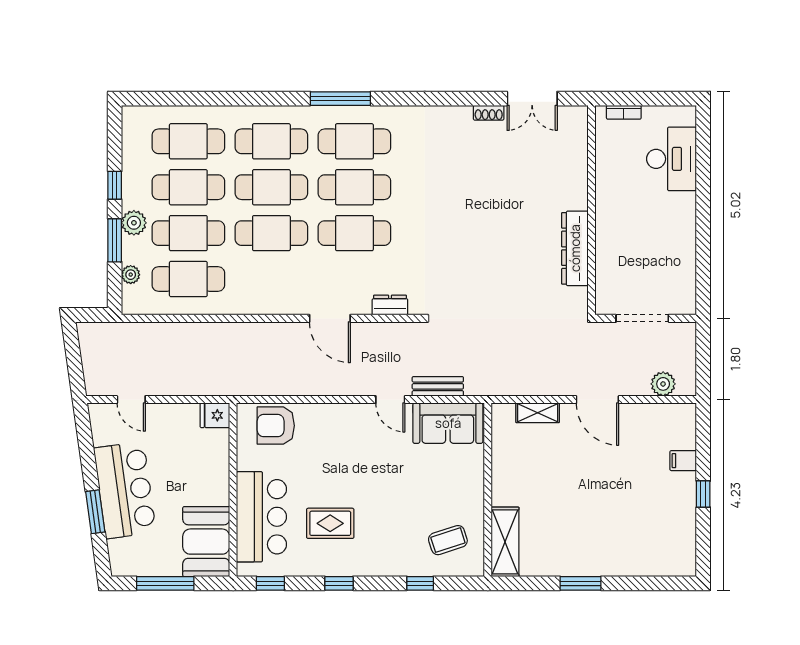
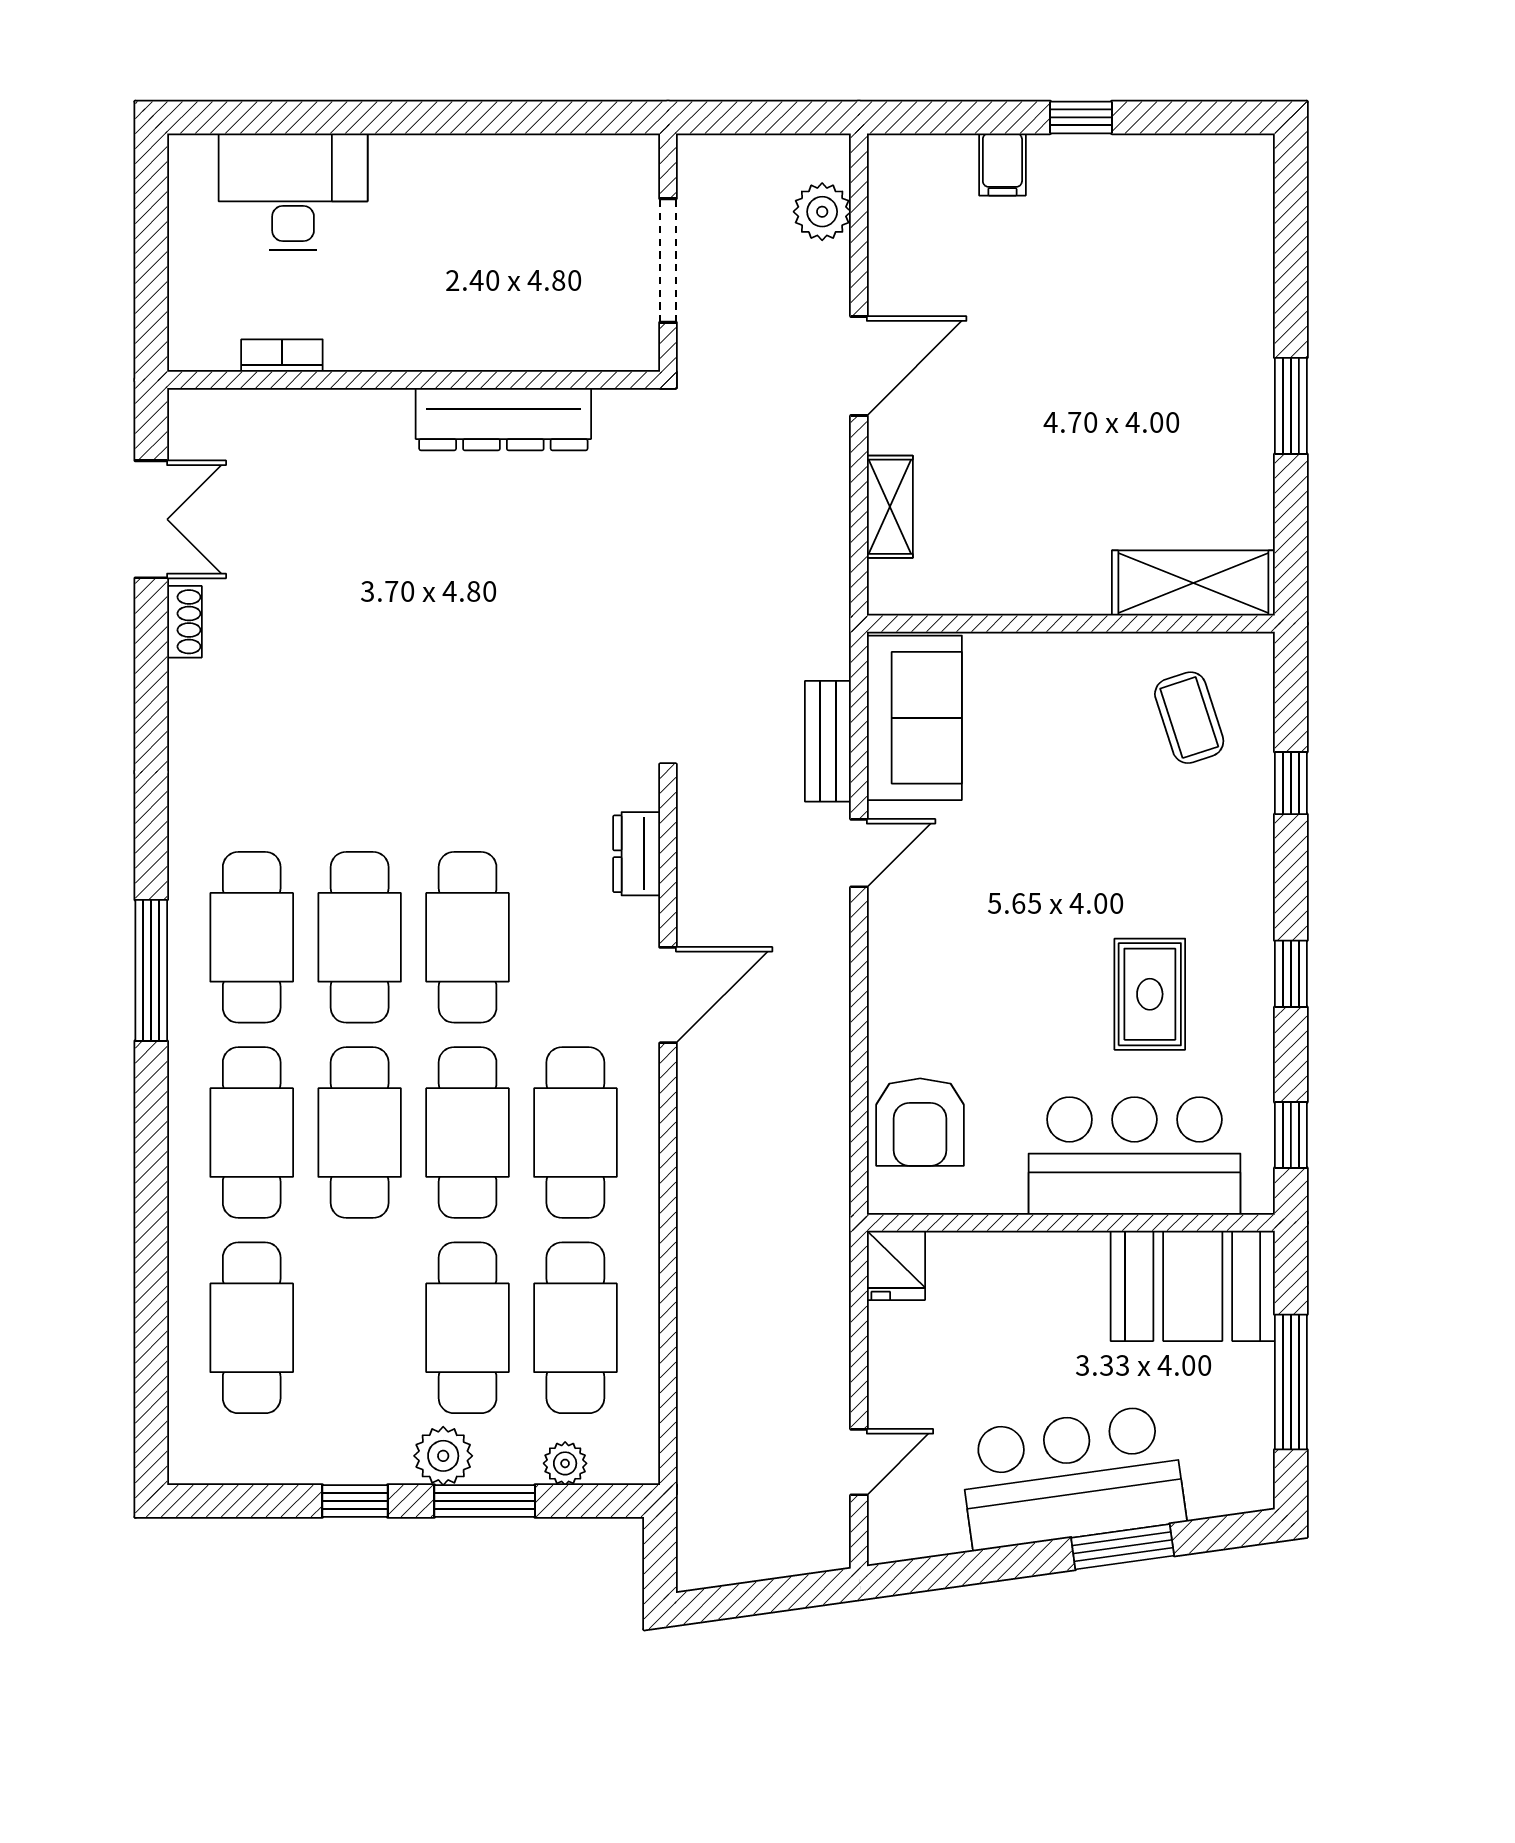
bookcase: (624, 112) -> (282, 356), moved, turned -90
cafe table: (188, 187) -> (575, 1133), moved

